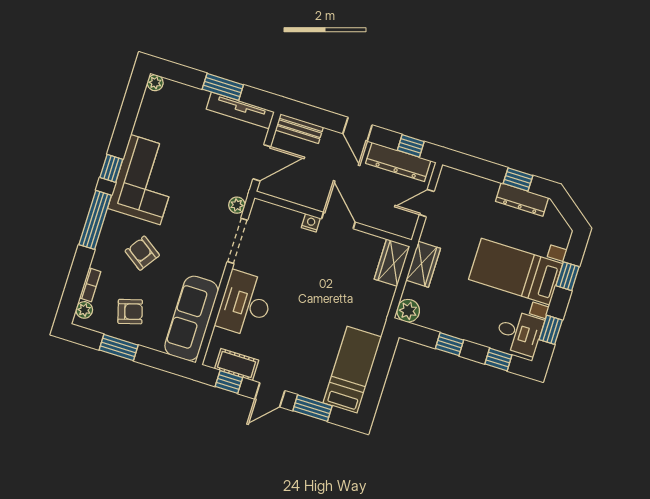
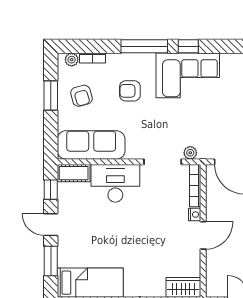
bookcase: (277, 212) -> (195, 186), added
armchair: (142, 253) -> (130, 91), turned -125
cot: (237, 365) -> (74, 173), moved, turned 90

